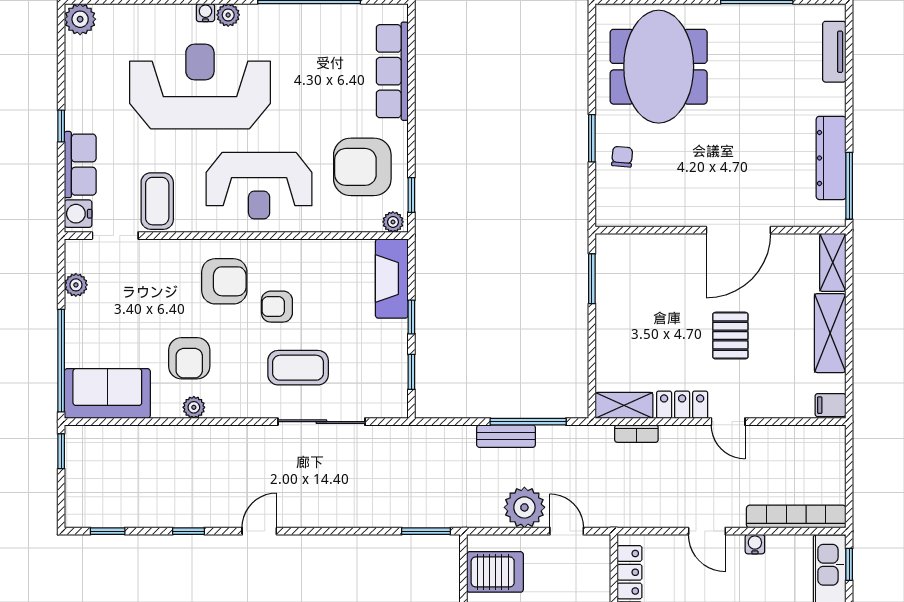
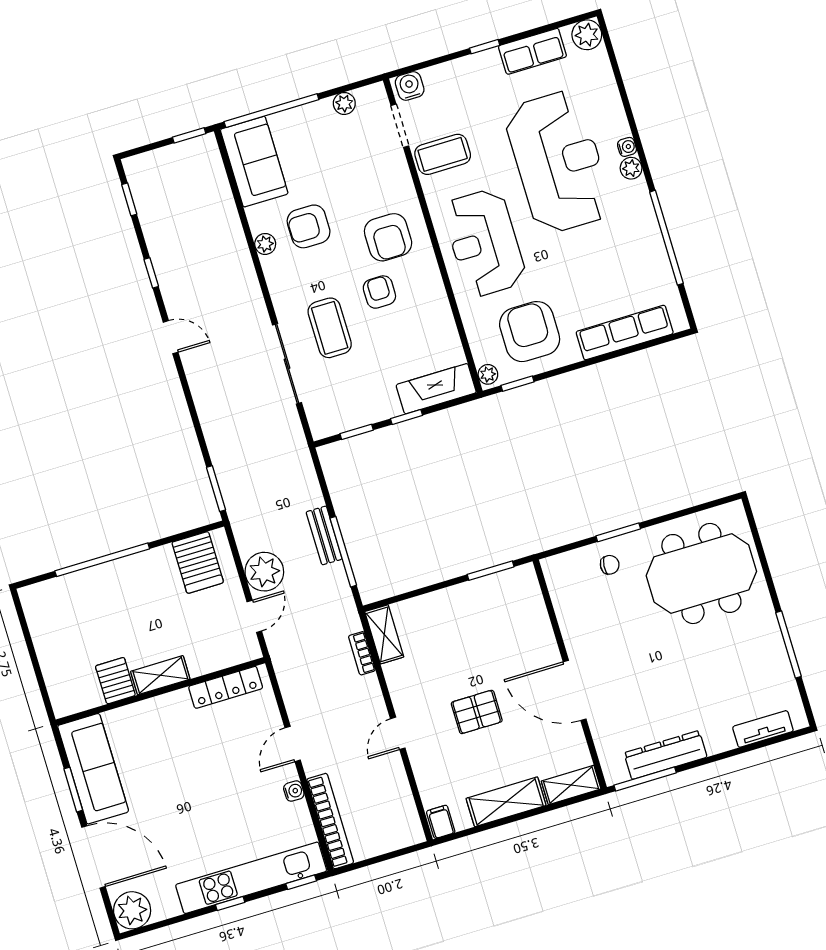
row of seats: (80, 165) -> (532, 51), moved
locker: (682, 405) -> (401, 687), removed

